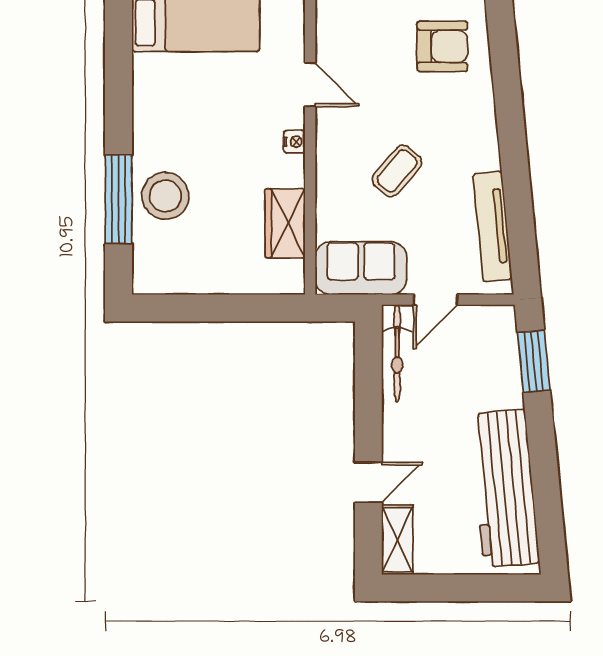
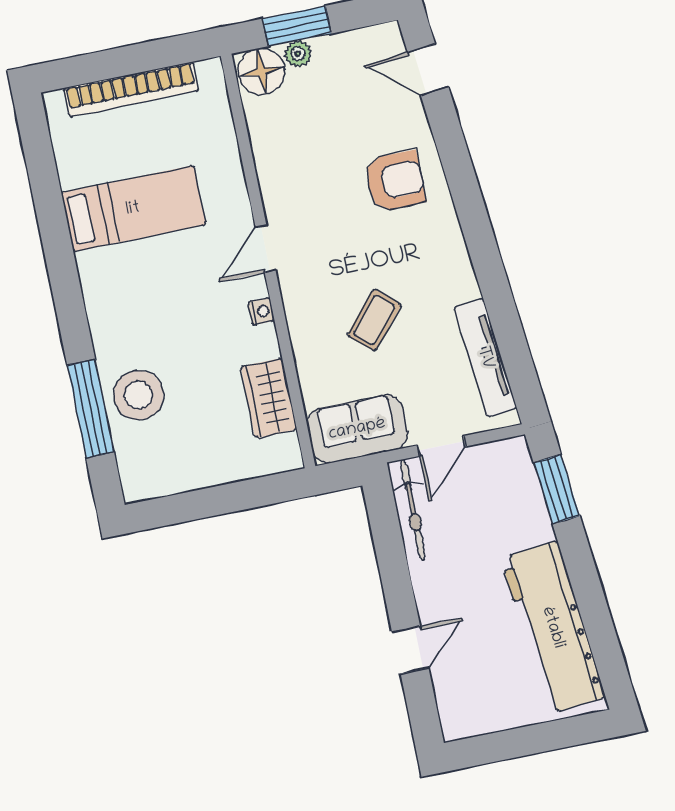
door: (310, 85) -> (266, 249), swing flipped
shelving: (397, 540) -> (453, 704), removed

